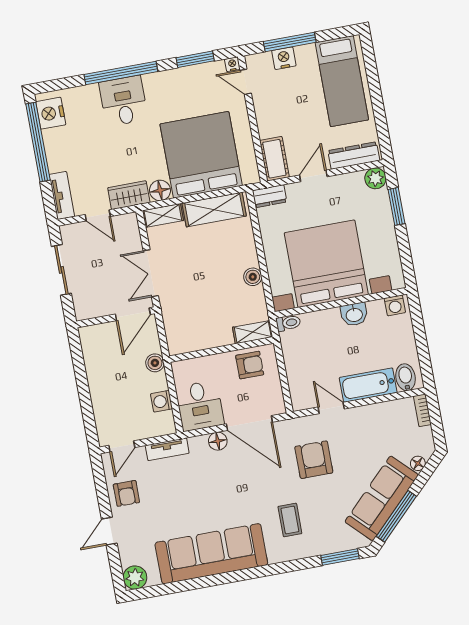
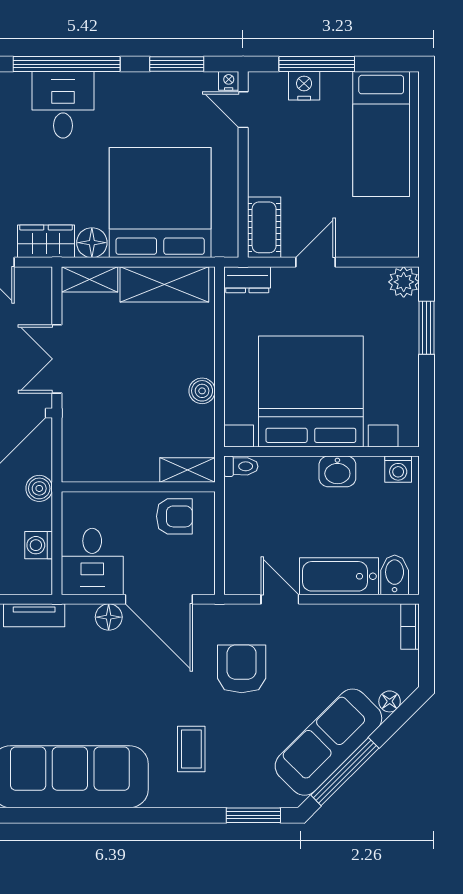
dresser: (354, 156) -> (379, 244), removed

